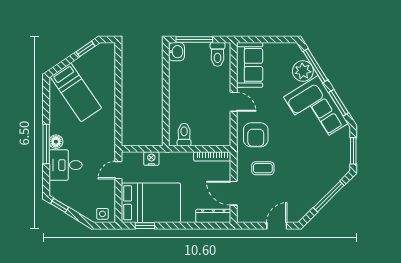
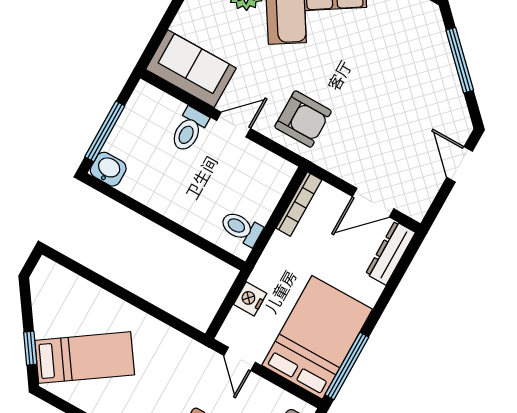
window: (85, 49) -> (30, 348), moved
toilet: (218, 54) -> (189, 130), moved, turned 90
coffee table: (263, 168) -> (360, 137), removed
window: (145, 226) -> (347, 366), width x2.17

